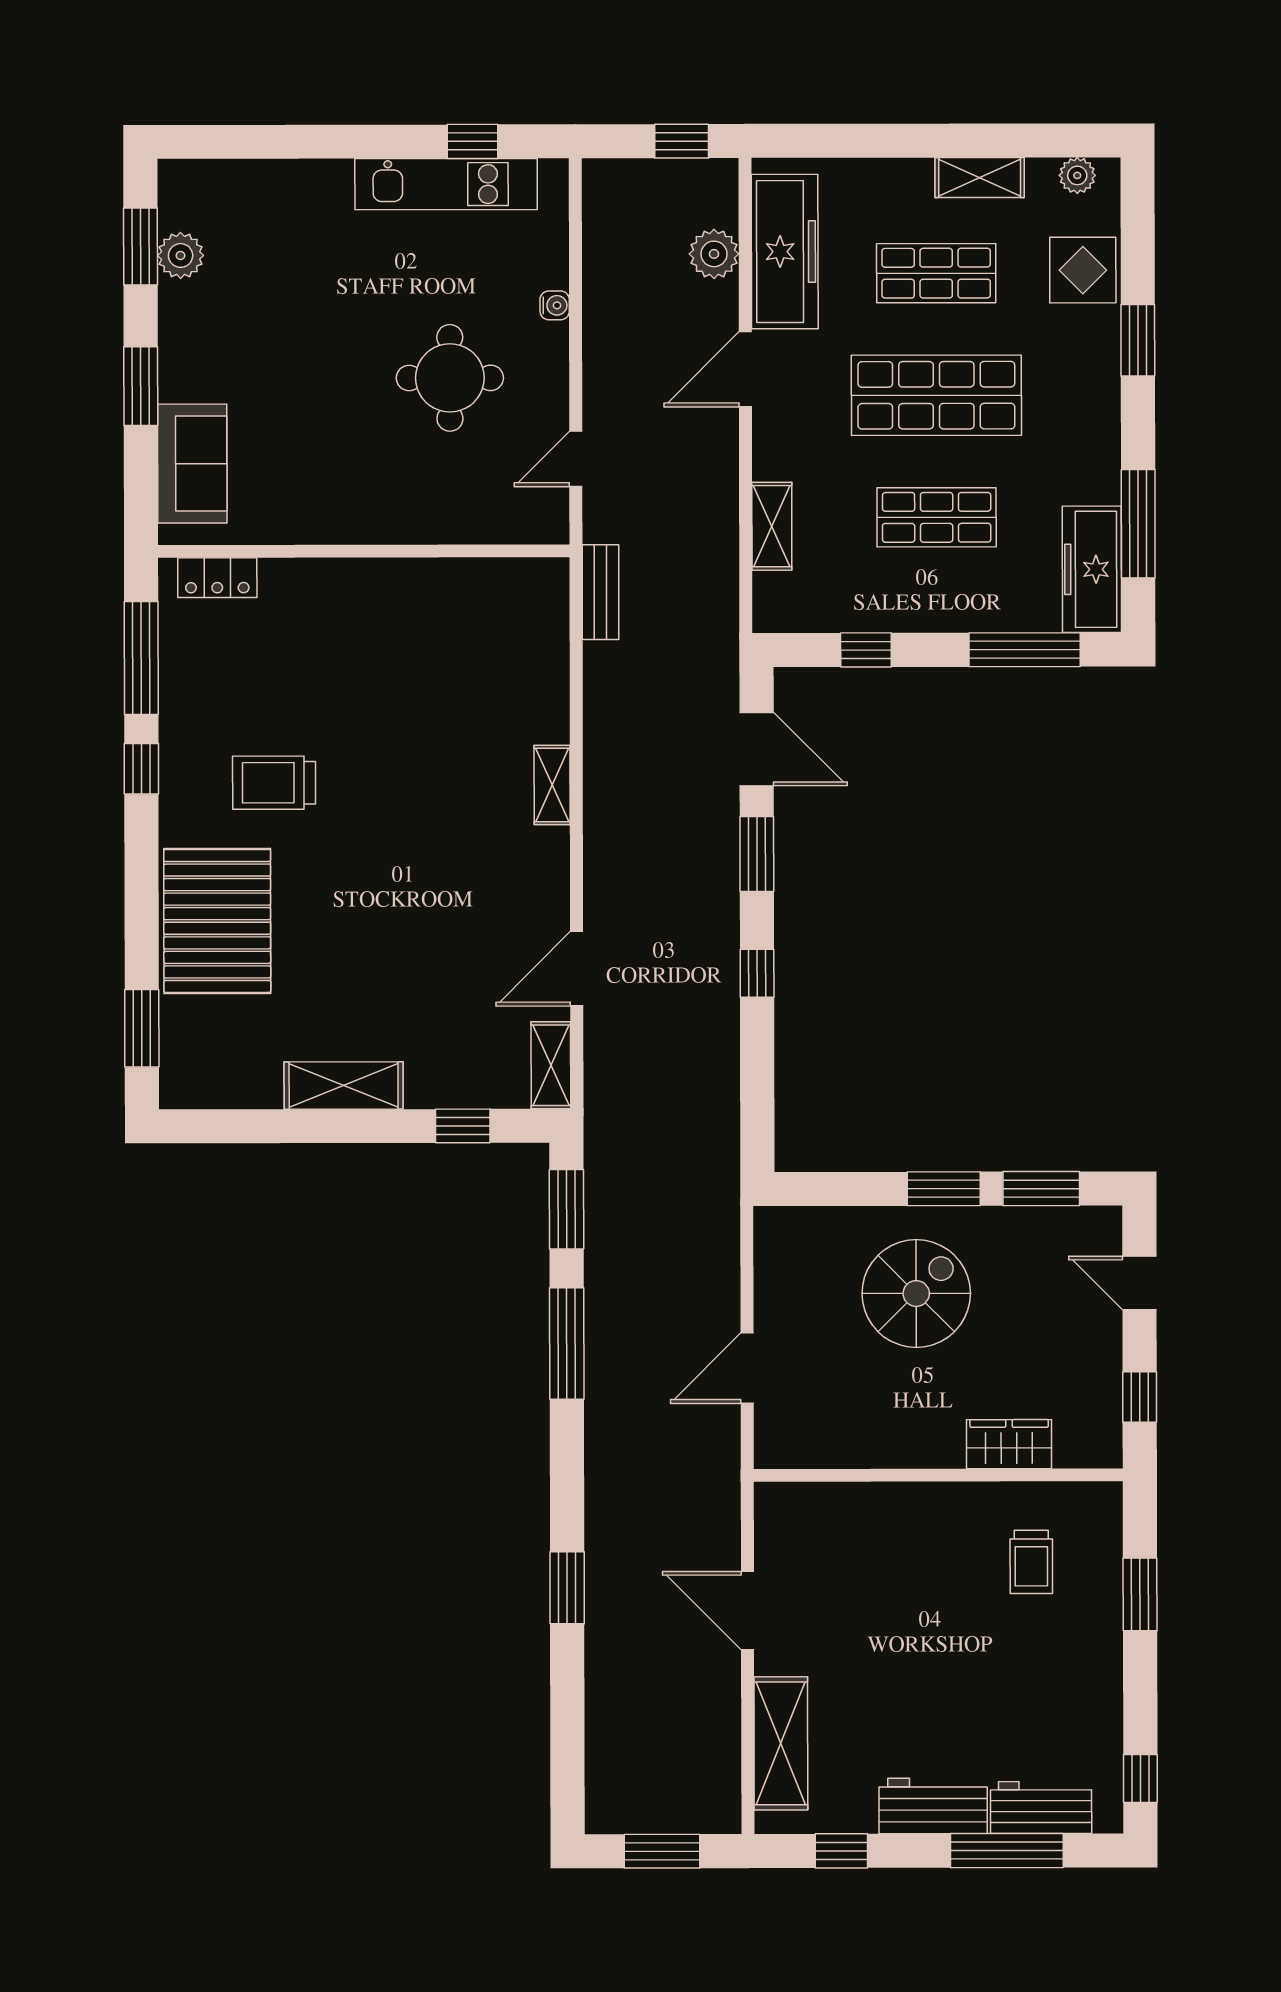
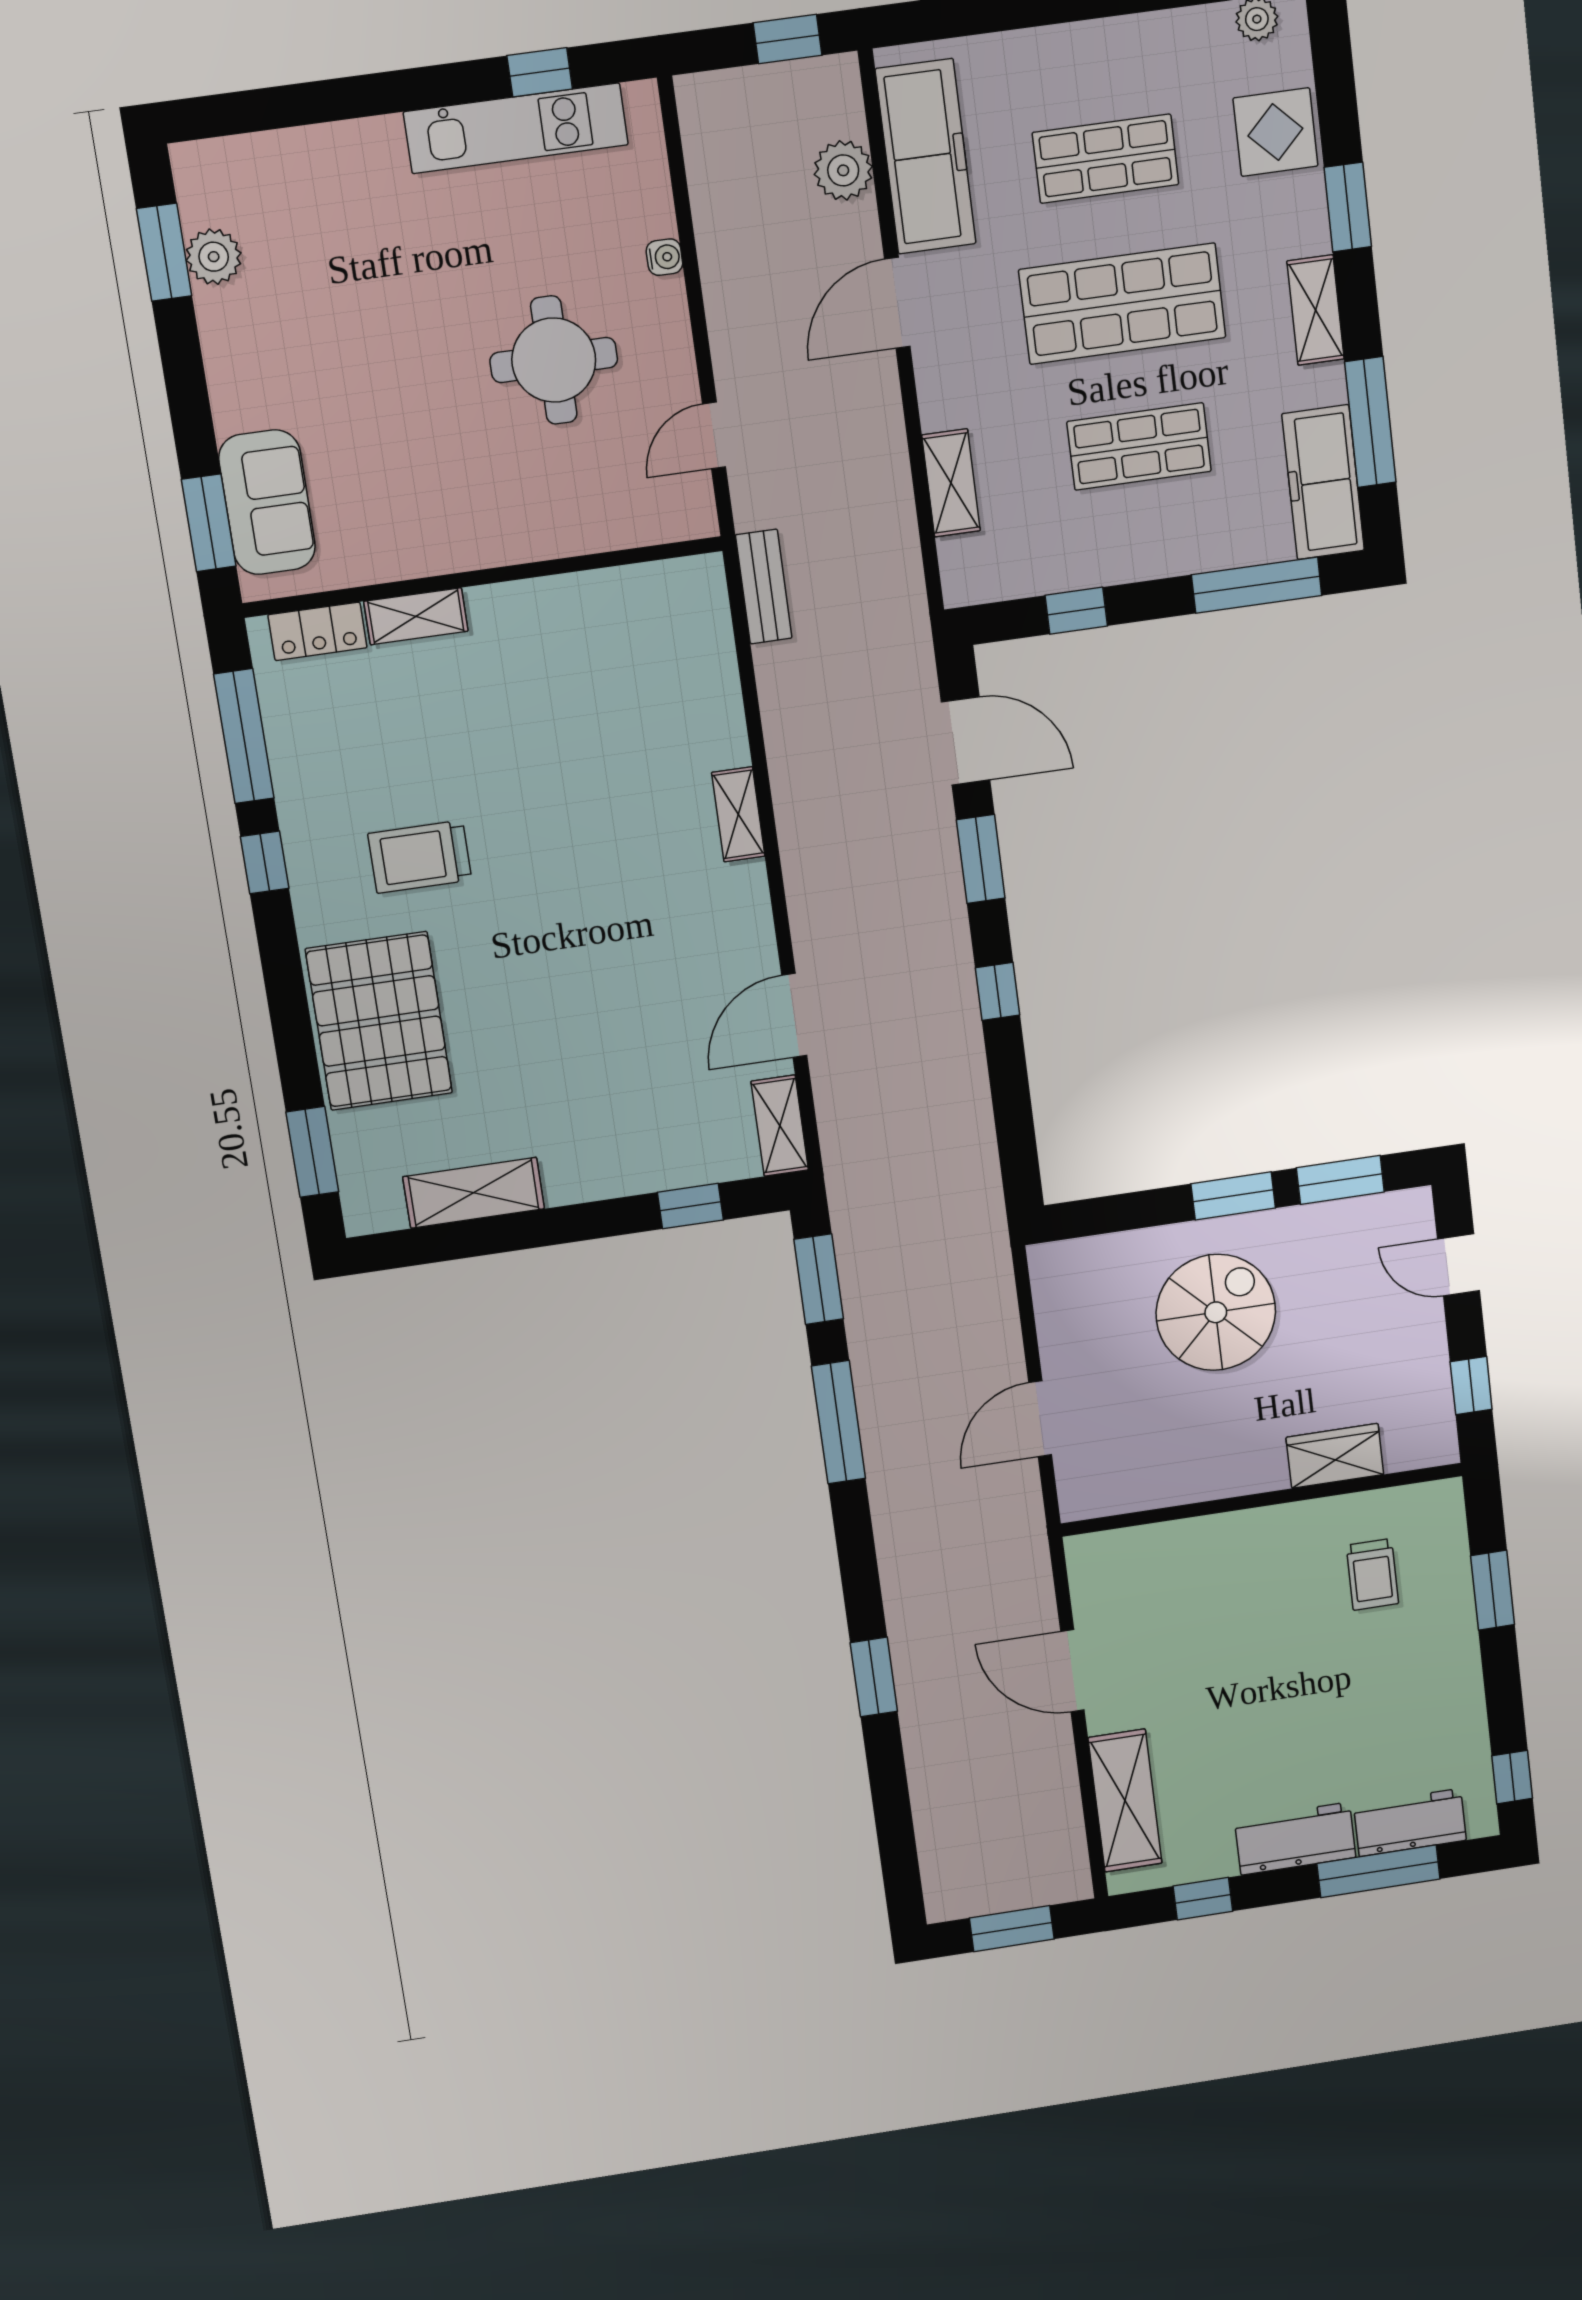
shelving: (980, 178) -> (1316, 310), moved, turned 90
window: (141, 386) -> (209, 523), moved
shelving: (302, 576) -> (416, 616), added
shelving: (344, 1085) -> (474, 1193), moved

